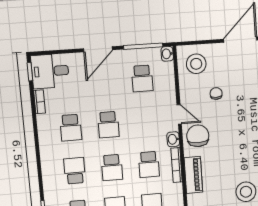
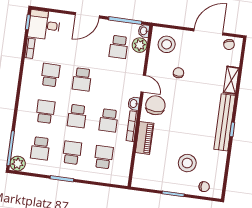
plant: (166, 71) -> (140, 45), added
school desk: (71, 128) -> (50, 75), turned 180

